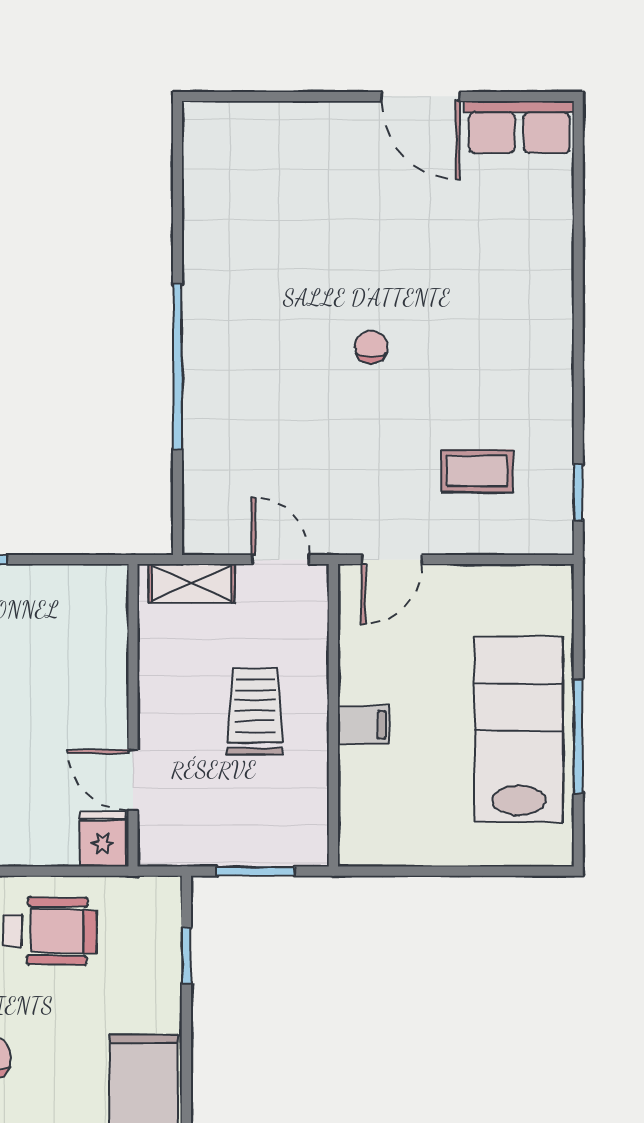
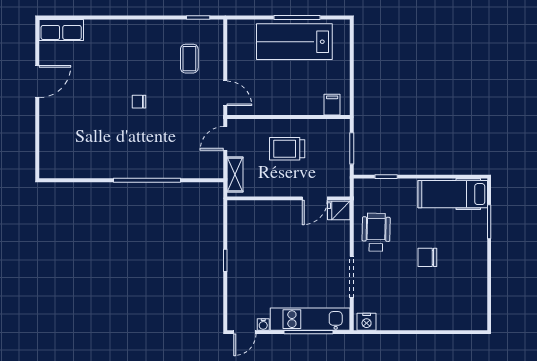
row of seats: (519, 127) -> (61, 30), moved, turned 90
filing cabinet: (364, 725) -> (332, 105), moved

